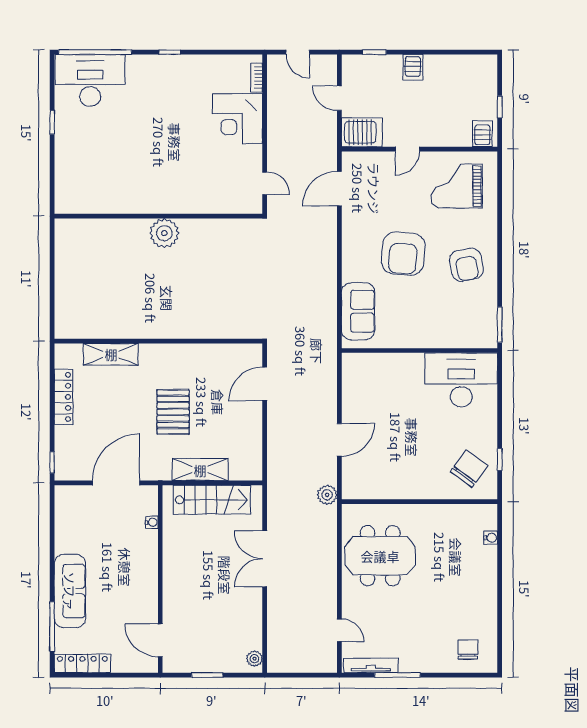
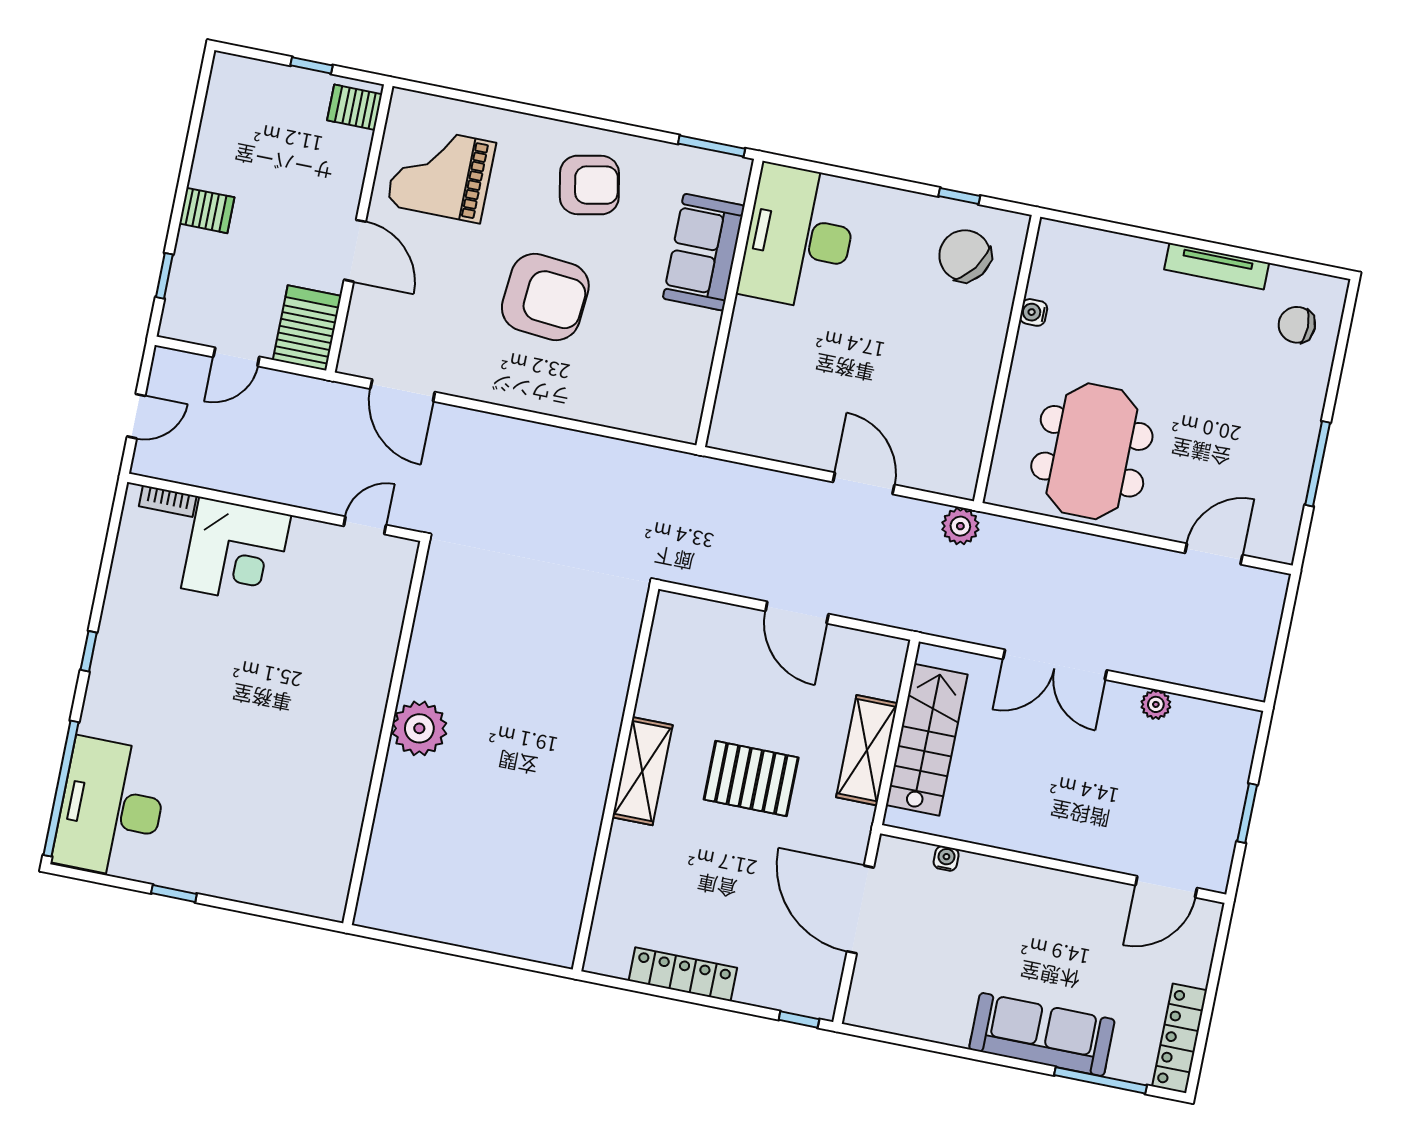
door: (407, 149) -> (355, 251), width x1.38
grand piano: (457, 186) -> (441, 174), turned 90
sofa: (358, 311) -> (704, 252), moved, turned -90
shelving: (111, 354) -> (642, 771), moved
door: (265, 384) -> (797, 613), moved
water cooler: (491, 538) -> (1034, 312), moved, turned -90
door: (339, 630) -> (1214, 554), width x1.38
plant: (254, 659) -> (1156, 704), moved
tv unit: (371, 665) -> (1217, 266), moved, turned -90

